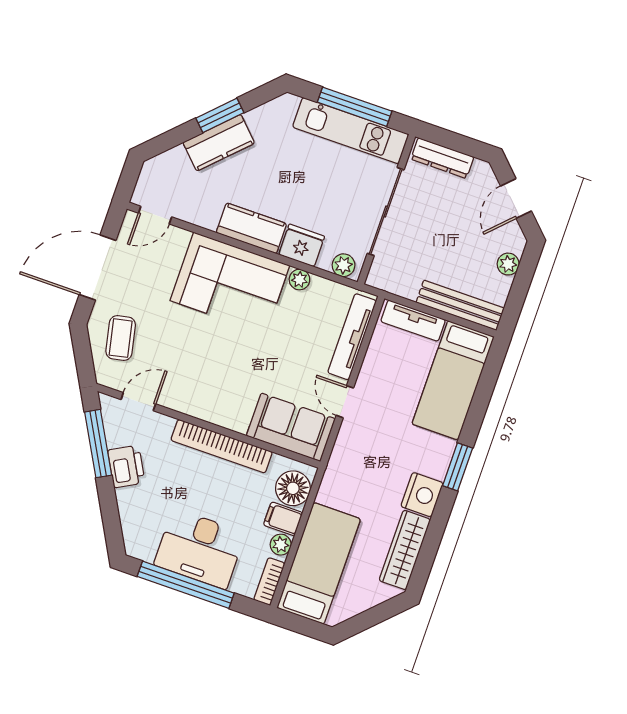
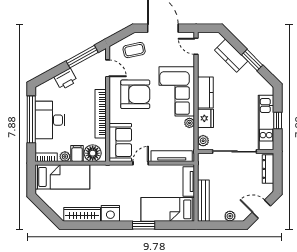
window: (355, 107) -> (278, 121), width x0.46
kitchen counter: (219, 143) -> (231, 56), moved
armchair: (207, 366) -> (135, 94), added
printer: (126, 466) -> (66, 79), moved
window: (458, 467) -> (144, 225), moved

